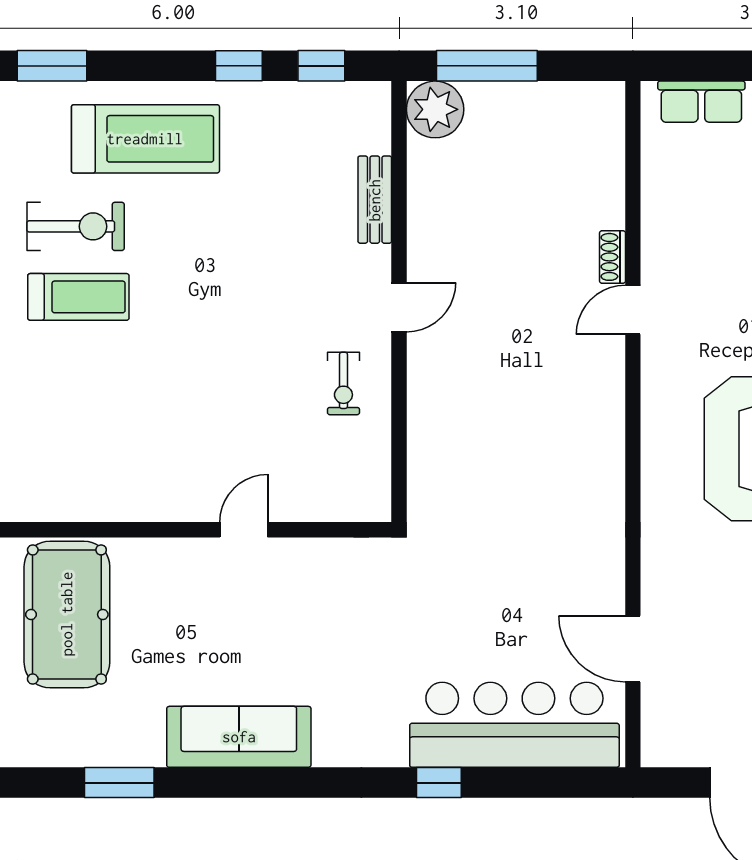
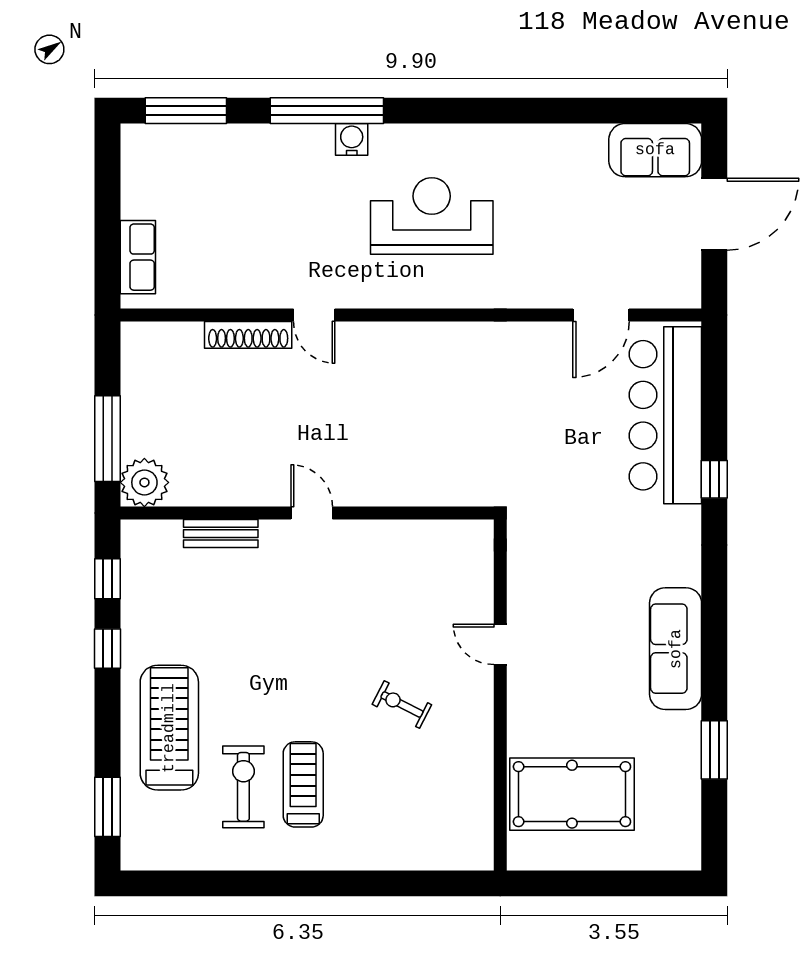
shoe rack: (613, 257) -> (248, 335), width x1.94, depth x1.24
exercise bike: (343, 384) -> (402, 704), moved, turned -153

